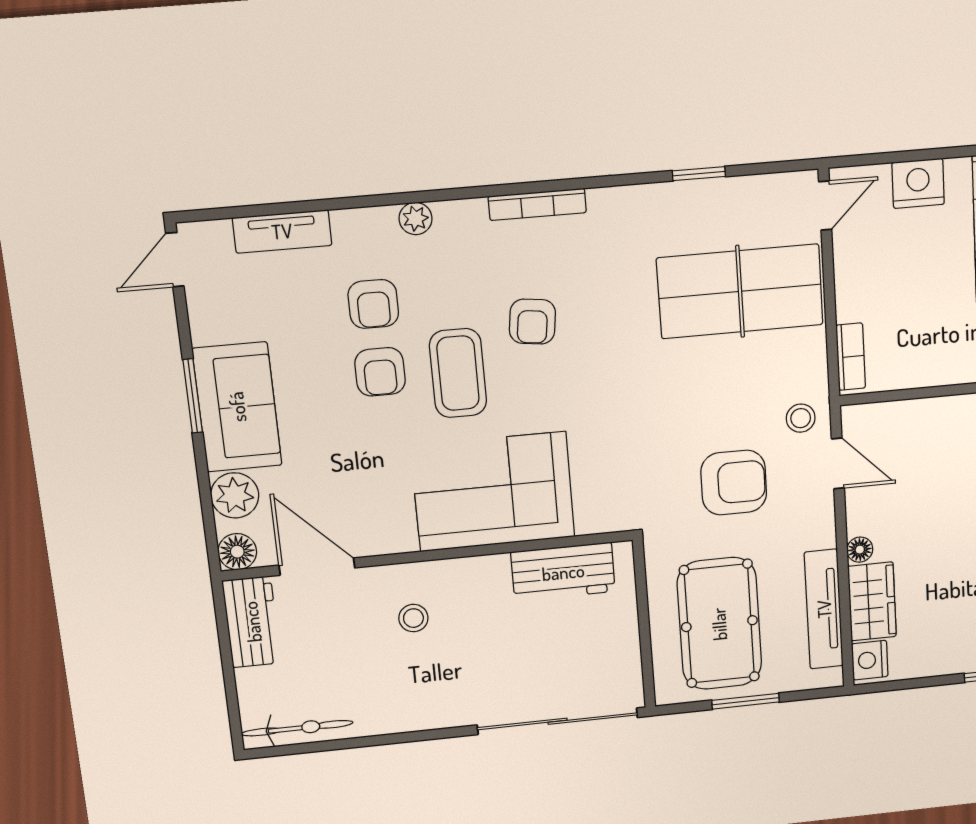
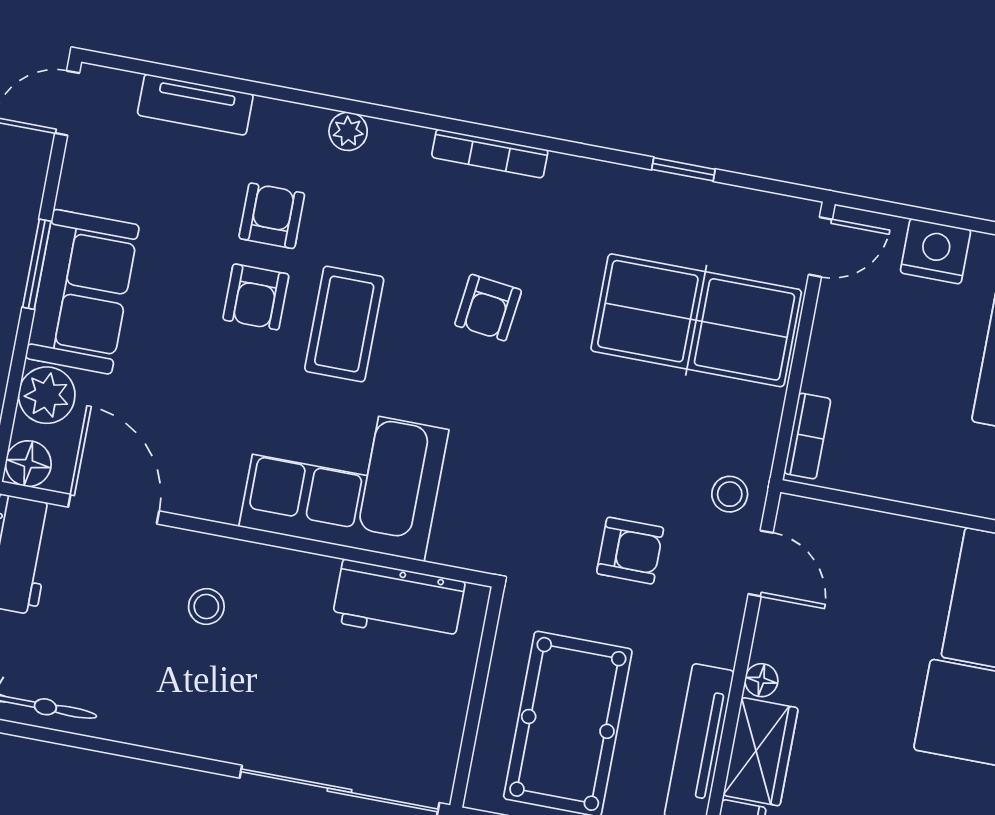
armchair: (373, 304) -> (272, 216), turned 180
armchair: (532, 322) -> (488, 308), moved
armchair: (734, 483) -> (630, 551), width x0.72, depth x0.72

